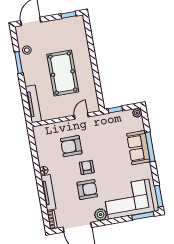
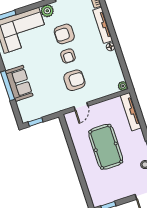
window: (115, 110) -> (36, 122), moved
plant: (137, 113) -> (123, 86), moved
armchair: (71, 146) -> (74, 80), moved

